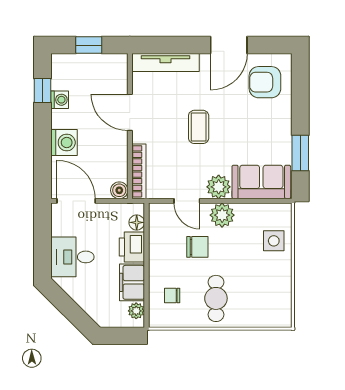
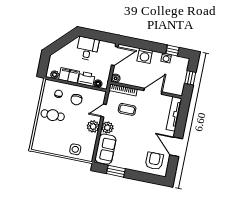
coffee table: (199, 127) -> (127, 109), moved
chair: (197, 247) -> (76, 100), moved

